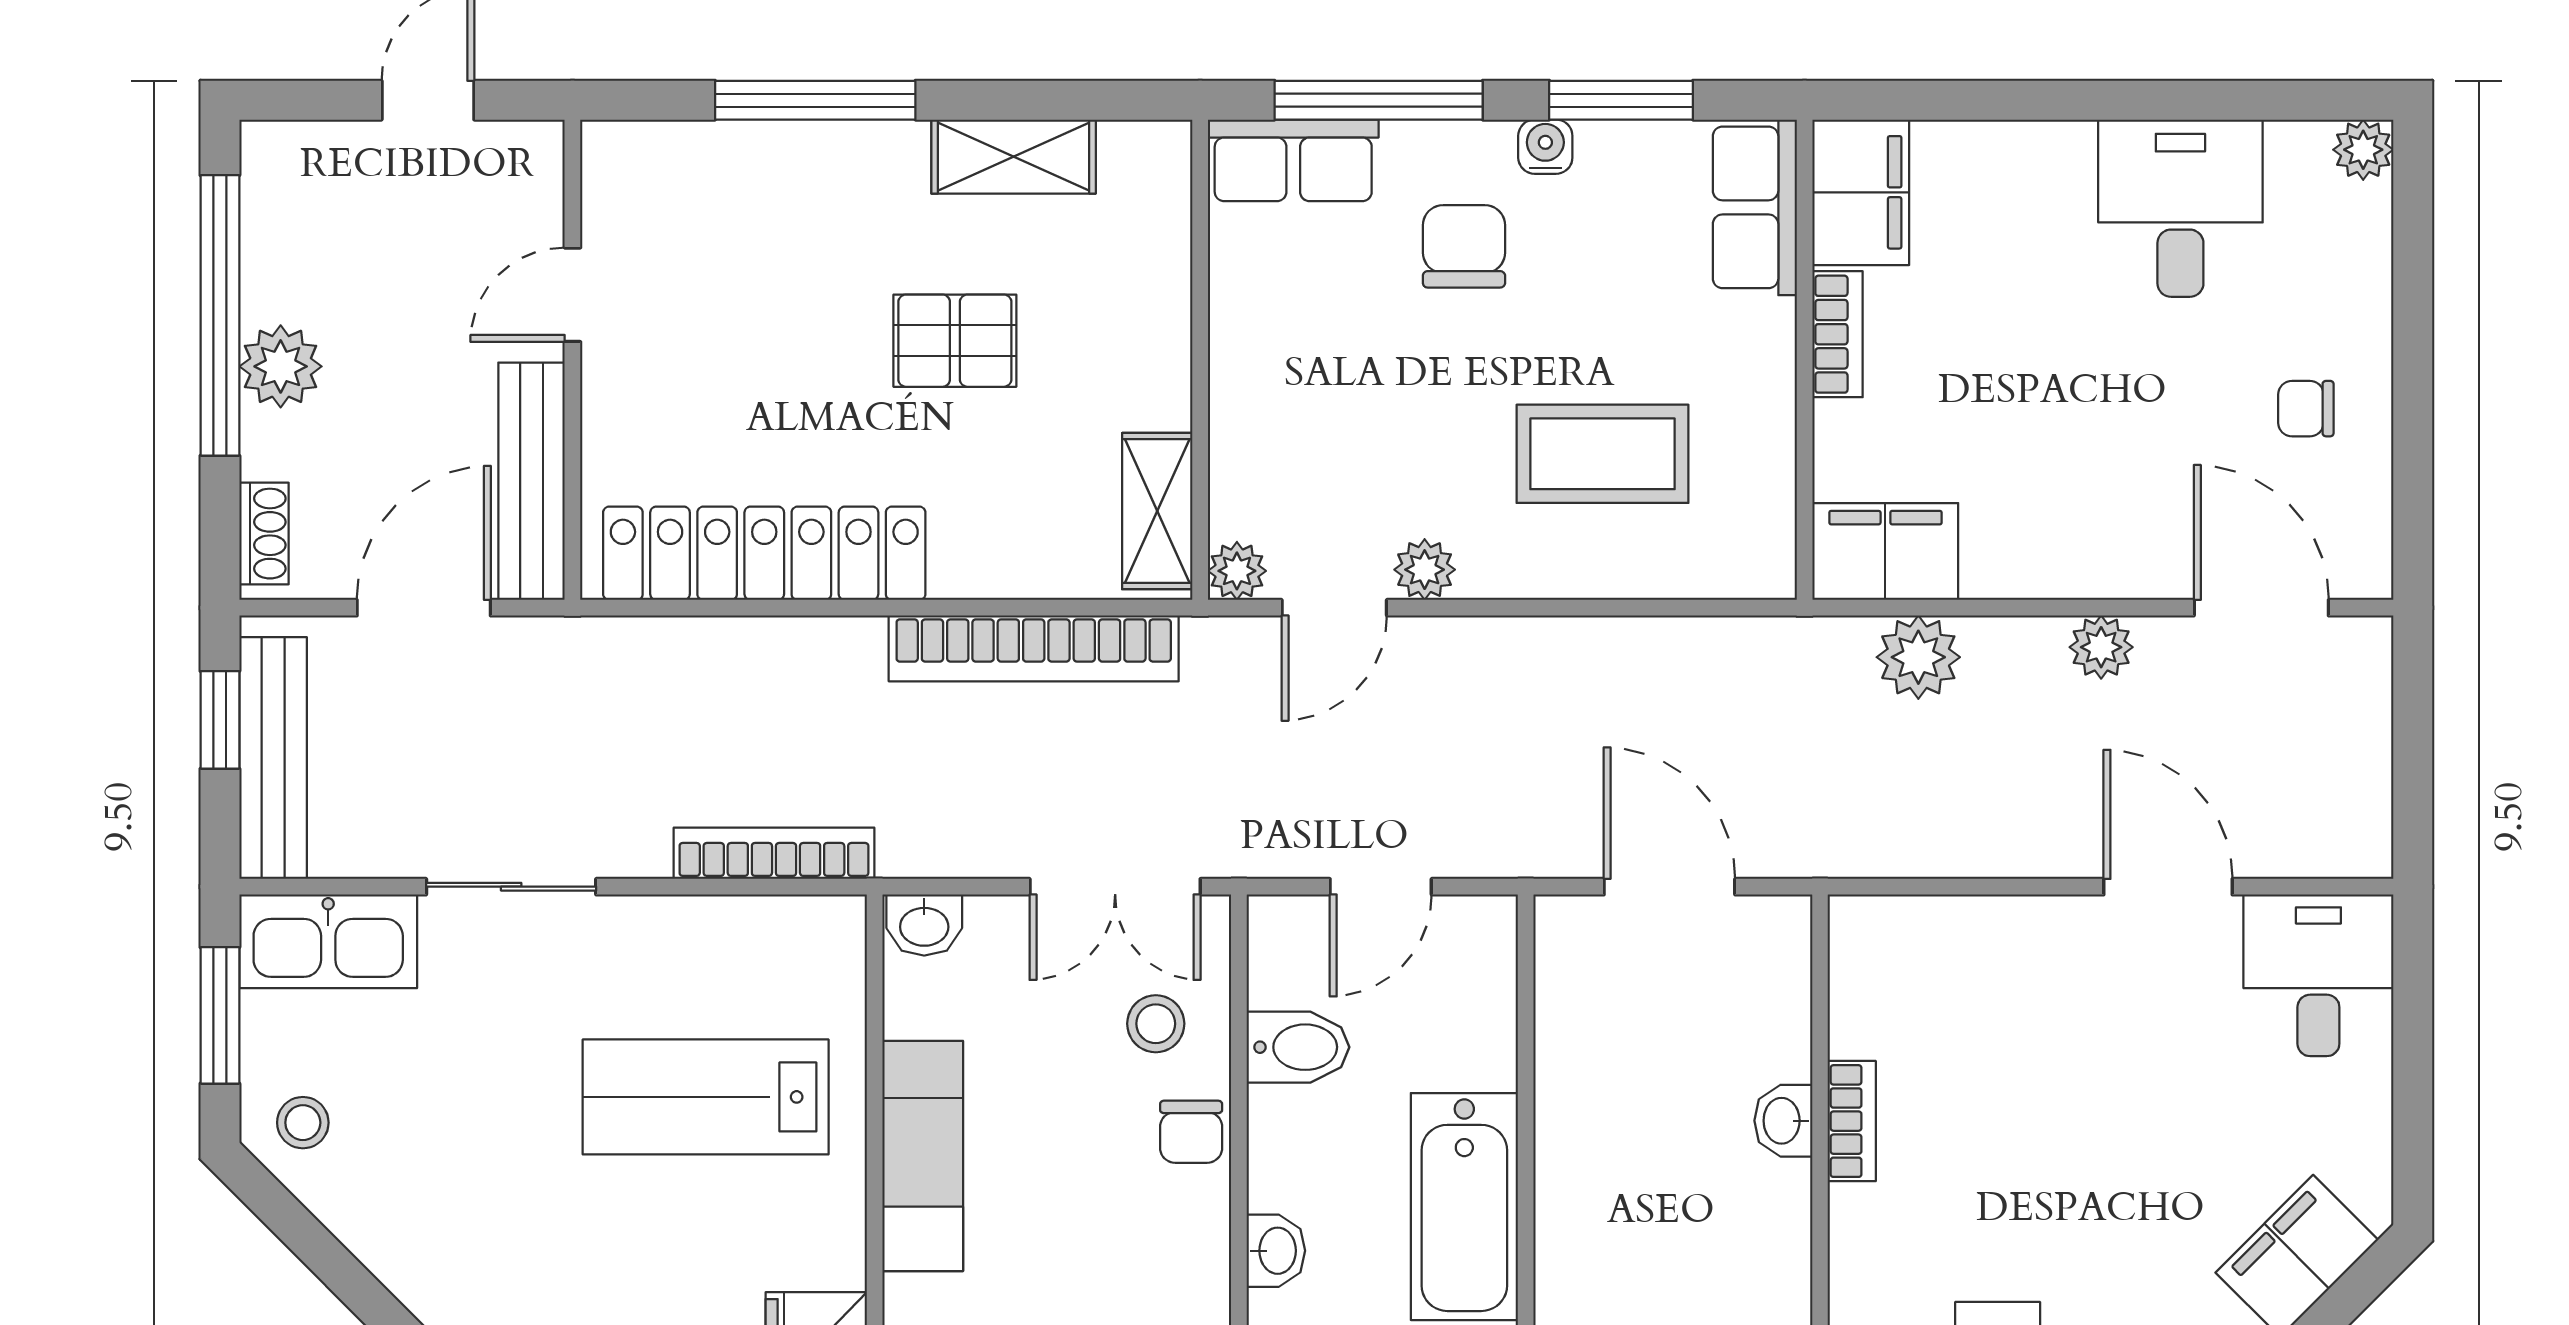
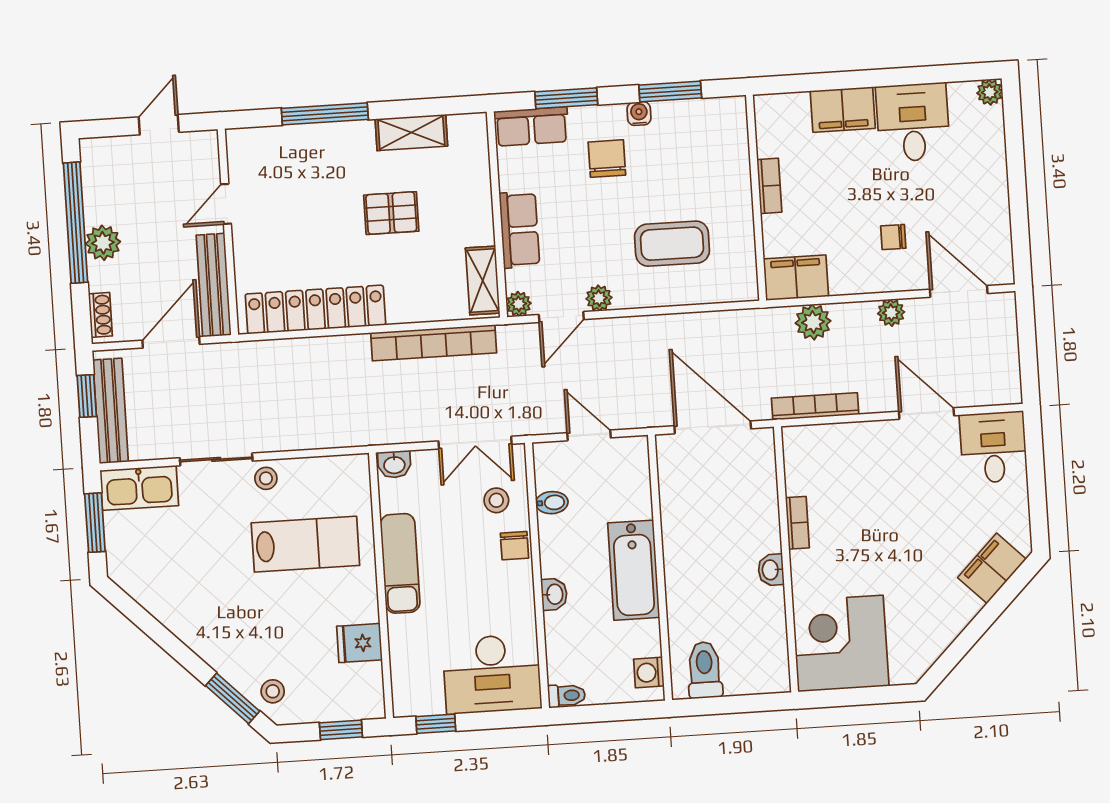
window: (1379, 100) -> (566, 98), width x0.69
filing cabinet: (1861, 192) -> (843, 110), moved, turned 90
row of seats: (1755, 207) -> (519, 230), moved, turned 180
chair: (2306, 409) -> (893, 237), moved
bookcase: (774, 853) -> (815, 406), moved
door: (1381, 887) -> (589, 435), swing flipped
door: (1669, 887) -> (713, 427), width x1.36
bidet: (1298, 1047) -> (552, 503), width x0.72, depth x0.74
lab bench: (706, 1097) -> (305, 544), turned 180
washbasin: (1783, 1121) -> (771, 570), moved
stool: (303, 1123) -> (266, 478), moved

